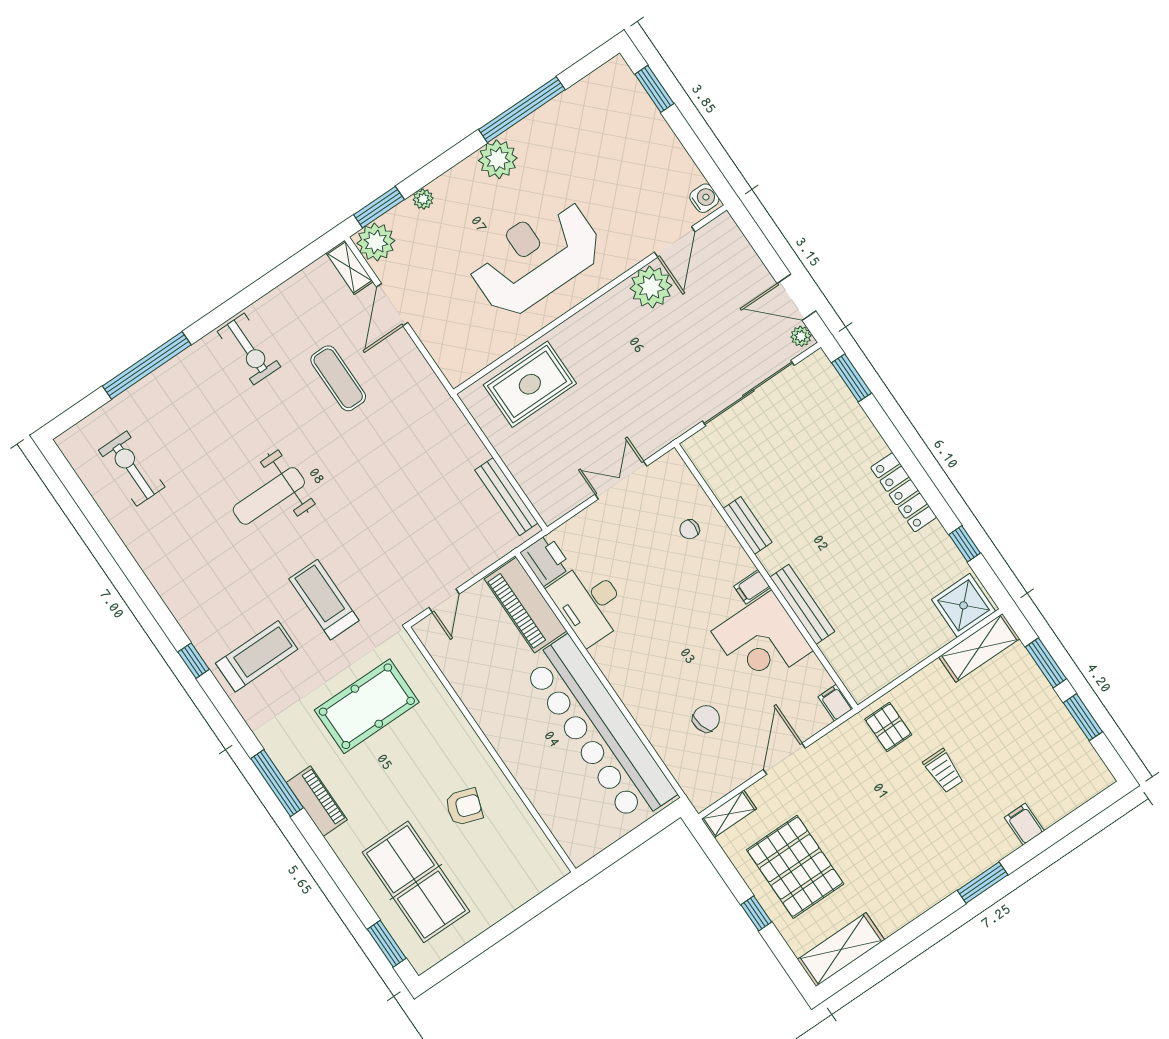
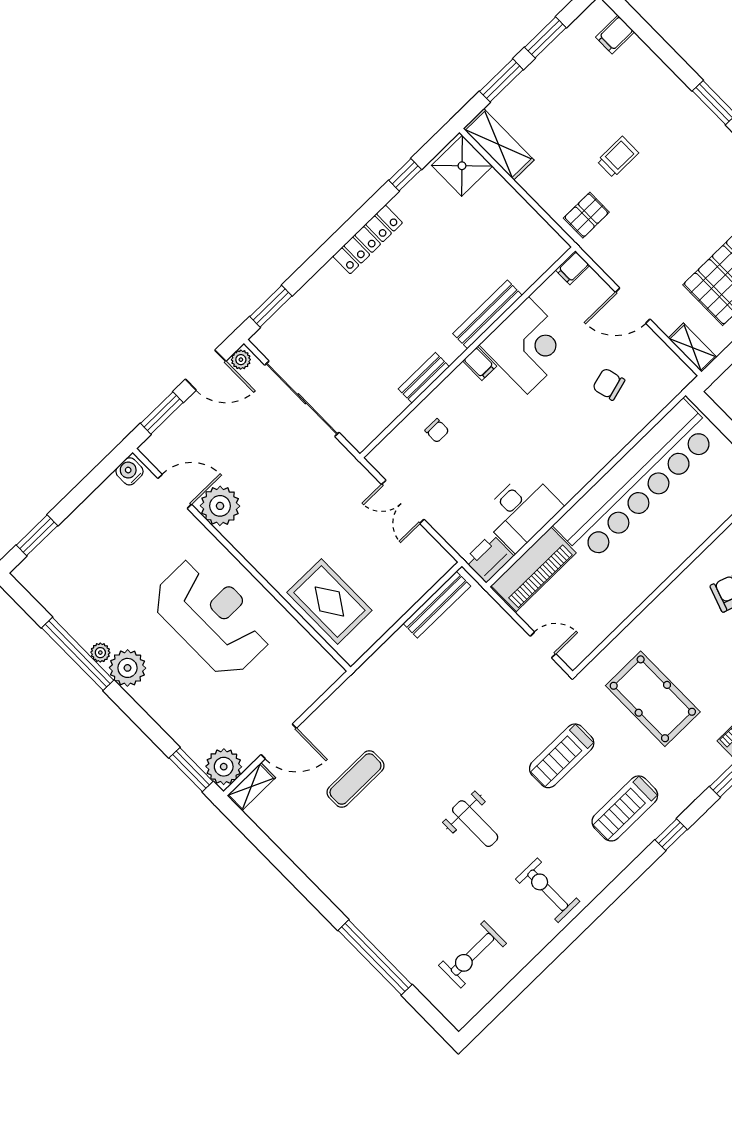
plant: (423, 199) -> (100, 653), moved
window: (760, 243) -> (162, 413), added
reception desk: (535, 257) -> (212, 617), turned 180
door: (796, 297) -> (206, 370), hinge flipped
exercise bike: (249, 349) -> (548, 890), moved, turned -90
weight bench: (269, 496) -> (475, 824), width x0.73, depth x0.75
treadmill: (257, 656) -> (625, 808), turned -90
window: (194, 661) -> (671, 835), moved
filing cabinet: (1024, 824) -> (615, 35), moved

